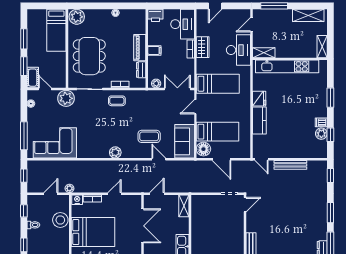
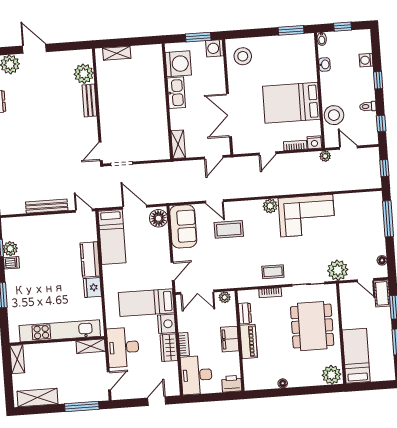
filing cabinet: (154, 50) -> (230, 339), width x2.00
nightstand: (203, 66) -> (167, 324), added
bed: (218, 132) -> (112, 237), moved, turned -90
corner sofa: (55, 143) -> (307, 216), moved
door: (51, 194) -> (348, 148), swing flipped

